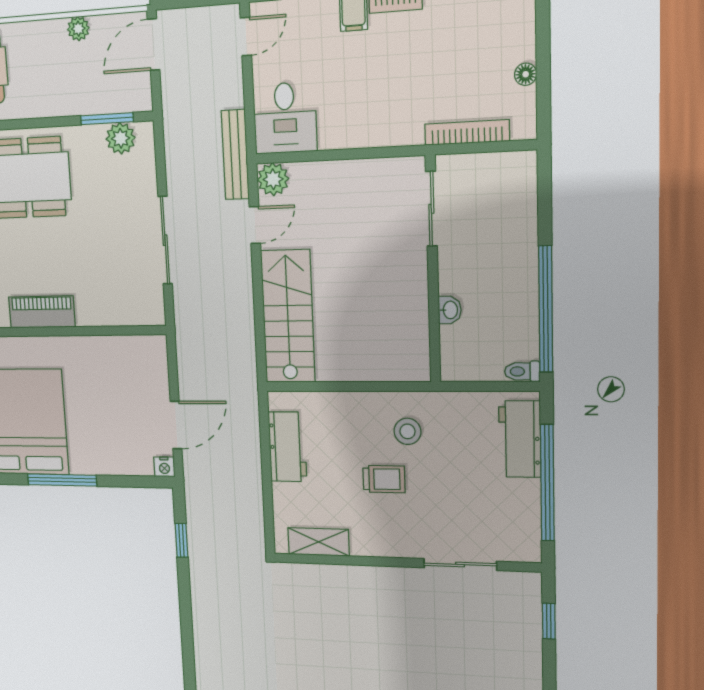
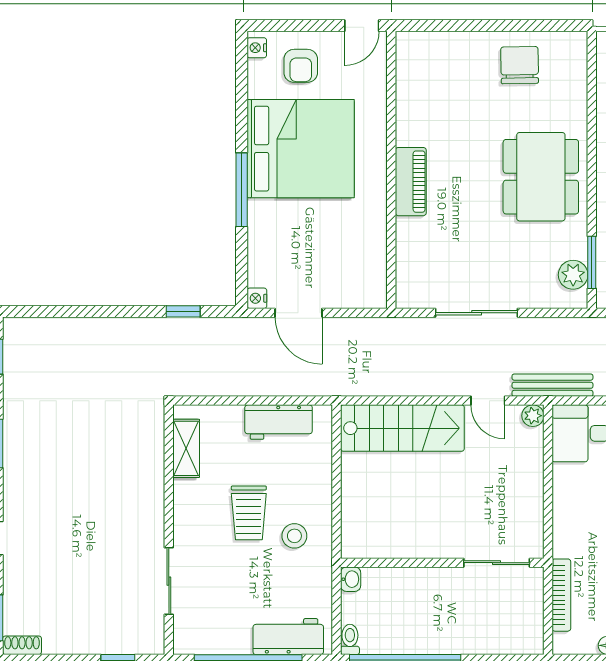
plant: (273, 179) -> (533, 416), width x0.73, depth x0.73
washbasin: (450, 310) -> (351, 579), moved, turned -90
trolley: (384, 479) -> (249, 513), width x1.36, depth x1.39

